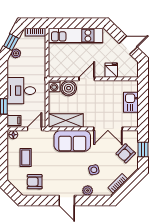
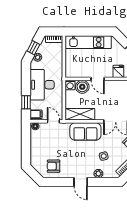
door: (87, 79) -> (98, 79), swing flipped
desk: (21, 91) -> (42, 85), width x1.37
door: (35, 129) -> (53, 121), hinge flipped
coffee table: (26, 157) -> (46, 146), removed

